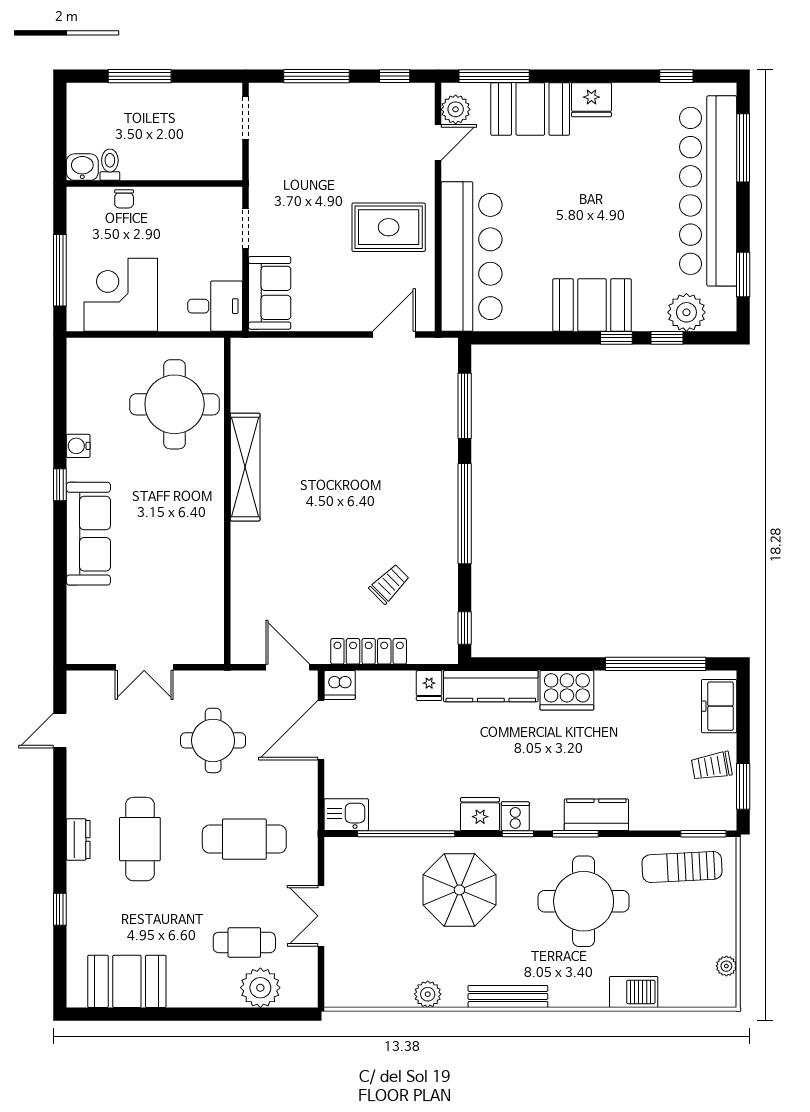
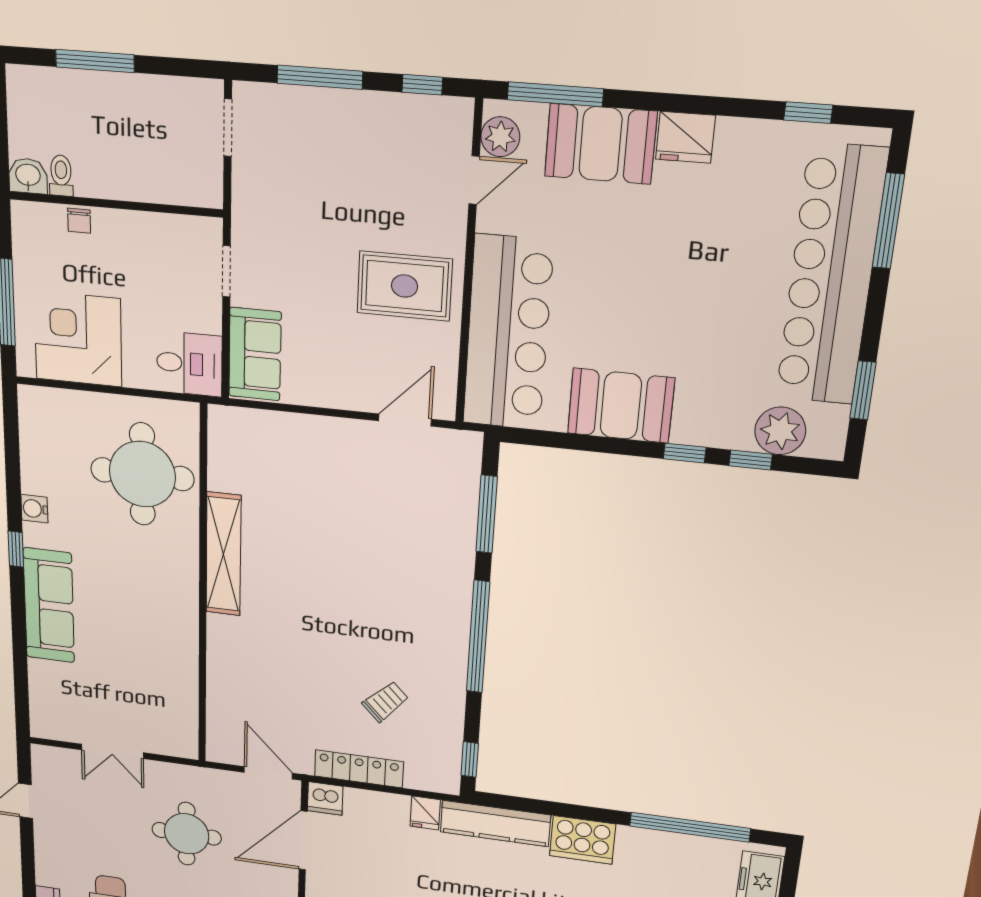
booth: (592, 305) -> (621, 406), moved

